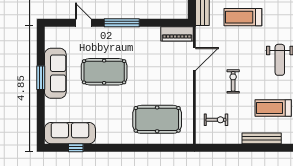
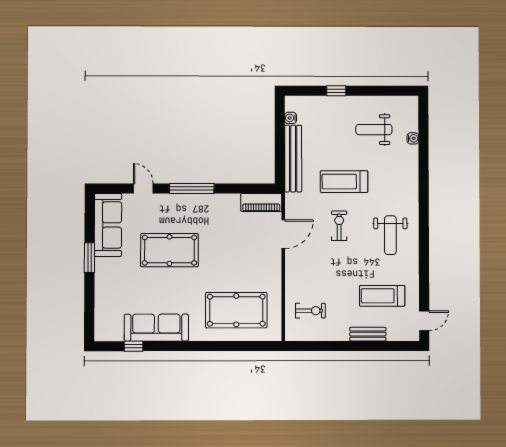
sofa: (55, 73) -> (108, 225), moved
exercise bike: (233, 81) -> (339, 226), moved
sofa: (70, 133) -> (156, 328), moved
bench: (262, 138) -> (368, 334), width x0.73

